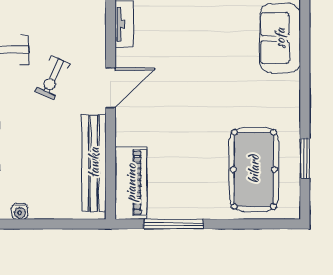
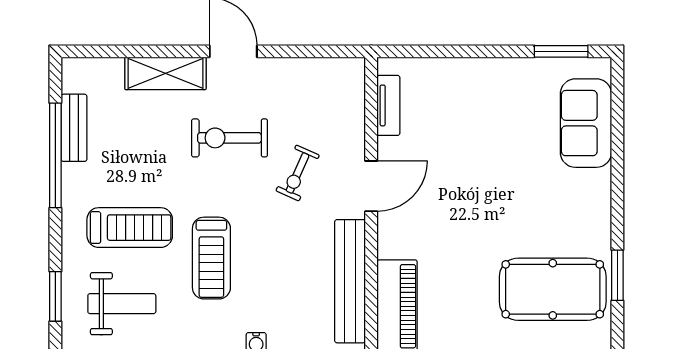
pool table: (254, 169) -> (553, 289), turned 90

